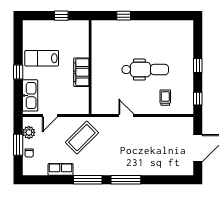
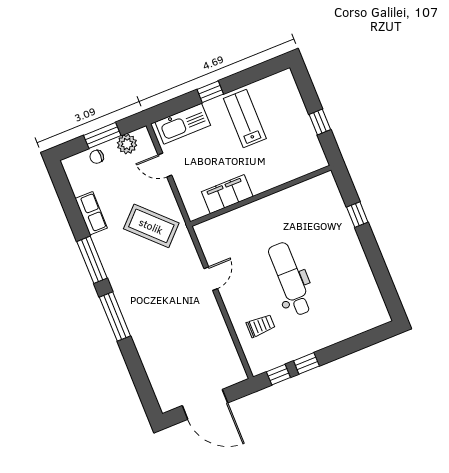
window: (198, 66) -> (306, 363), moved
dental chair: (145, 70) -> (290, 279), turned 180
filing cabinet: (81, 72) -> (227, 194), moved

